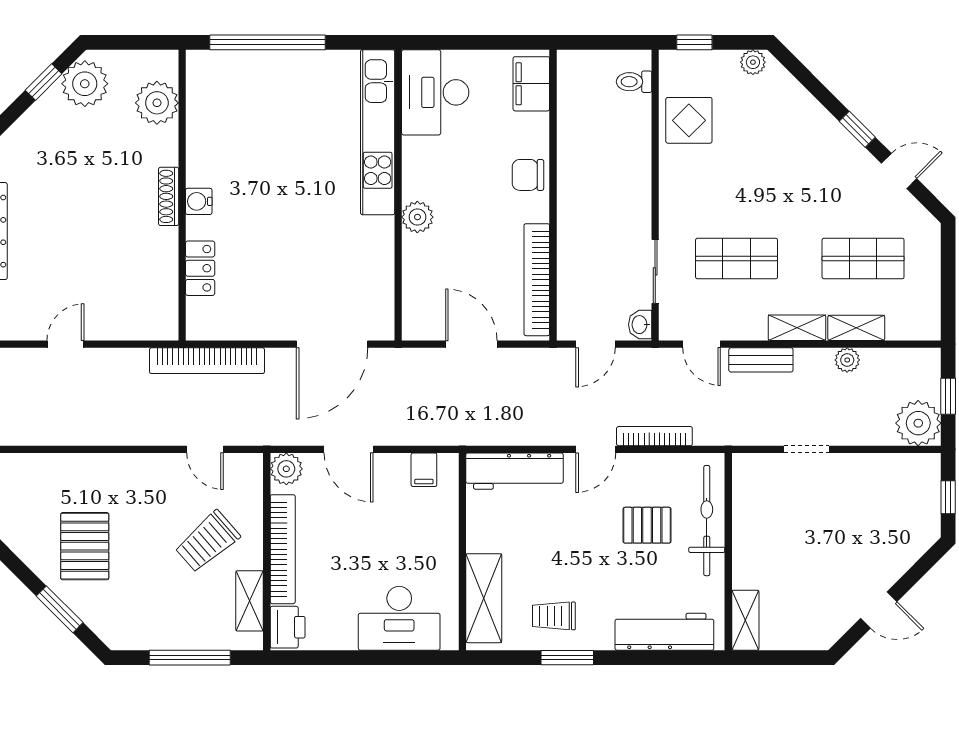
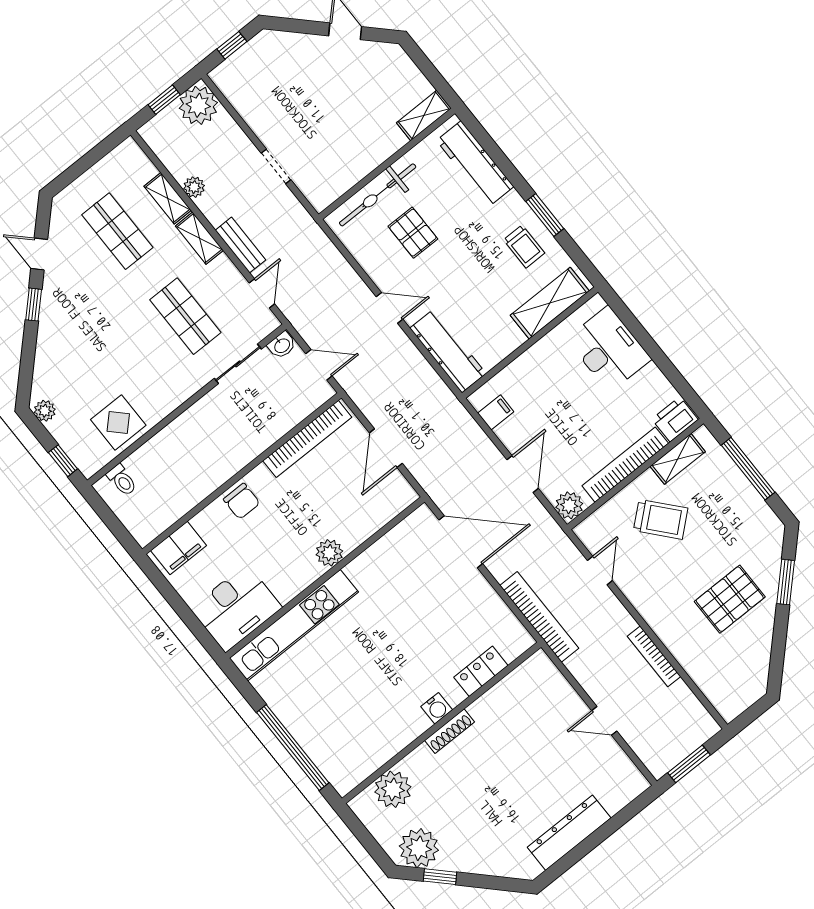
bookcase: (654, 436) -> (654, 656), moved

